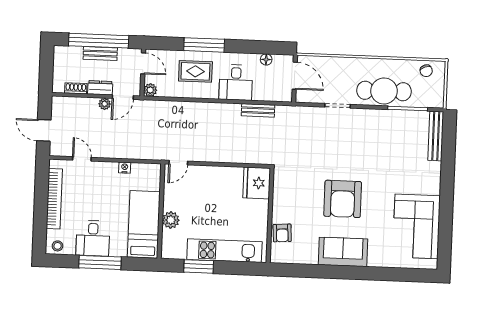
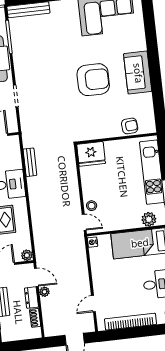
nightstand: (125, 168) -> (92, 242), moved
stool: (196, 174) -> (92, 206), added
plant: (171, 220) -> (149, 219), moved

